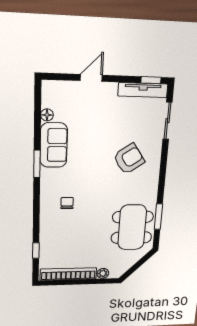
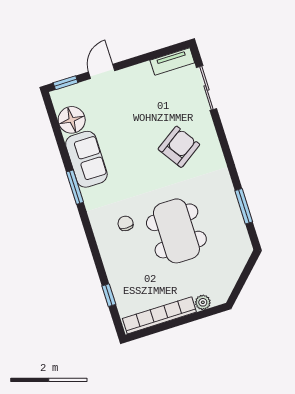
window: (151, 80) -> (66, 83), moved
tv unit: (143, 90) -> (172, 61), width x0.71
floor lamp: (47, 115) -> (72, 120), width x1.89, depth x1.89
dining table: (132, 227) -> (176, 231), moved

